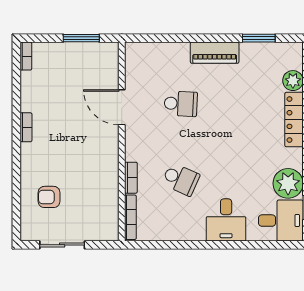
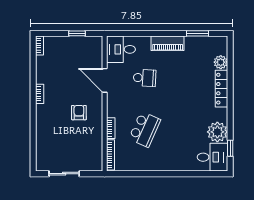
window: (81, 38) -> (77, 33), width x0.67
school desk: (181, 179) -> (145, 129), width x1.85
armchair: (49, 197) -> (79, 113), moved, turned 90
desk: (226, 220) -> (121, 49), moved, turned 90

